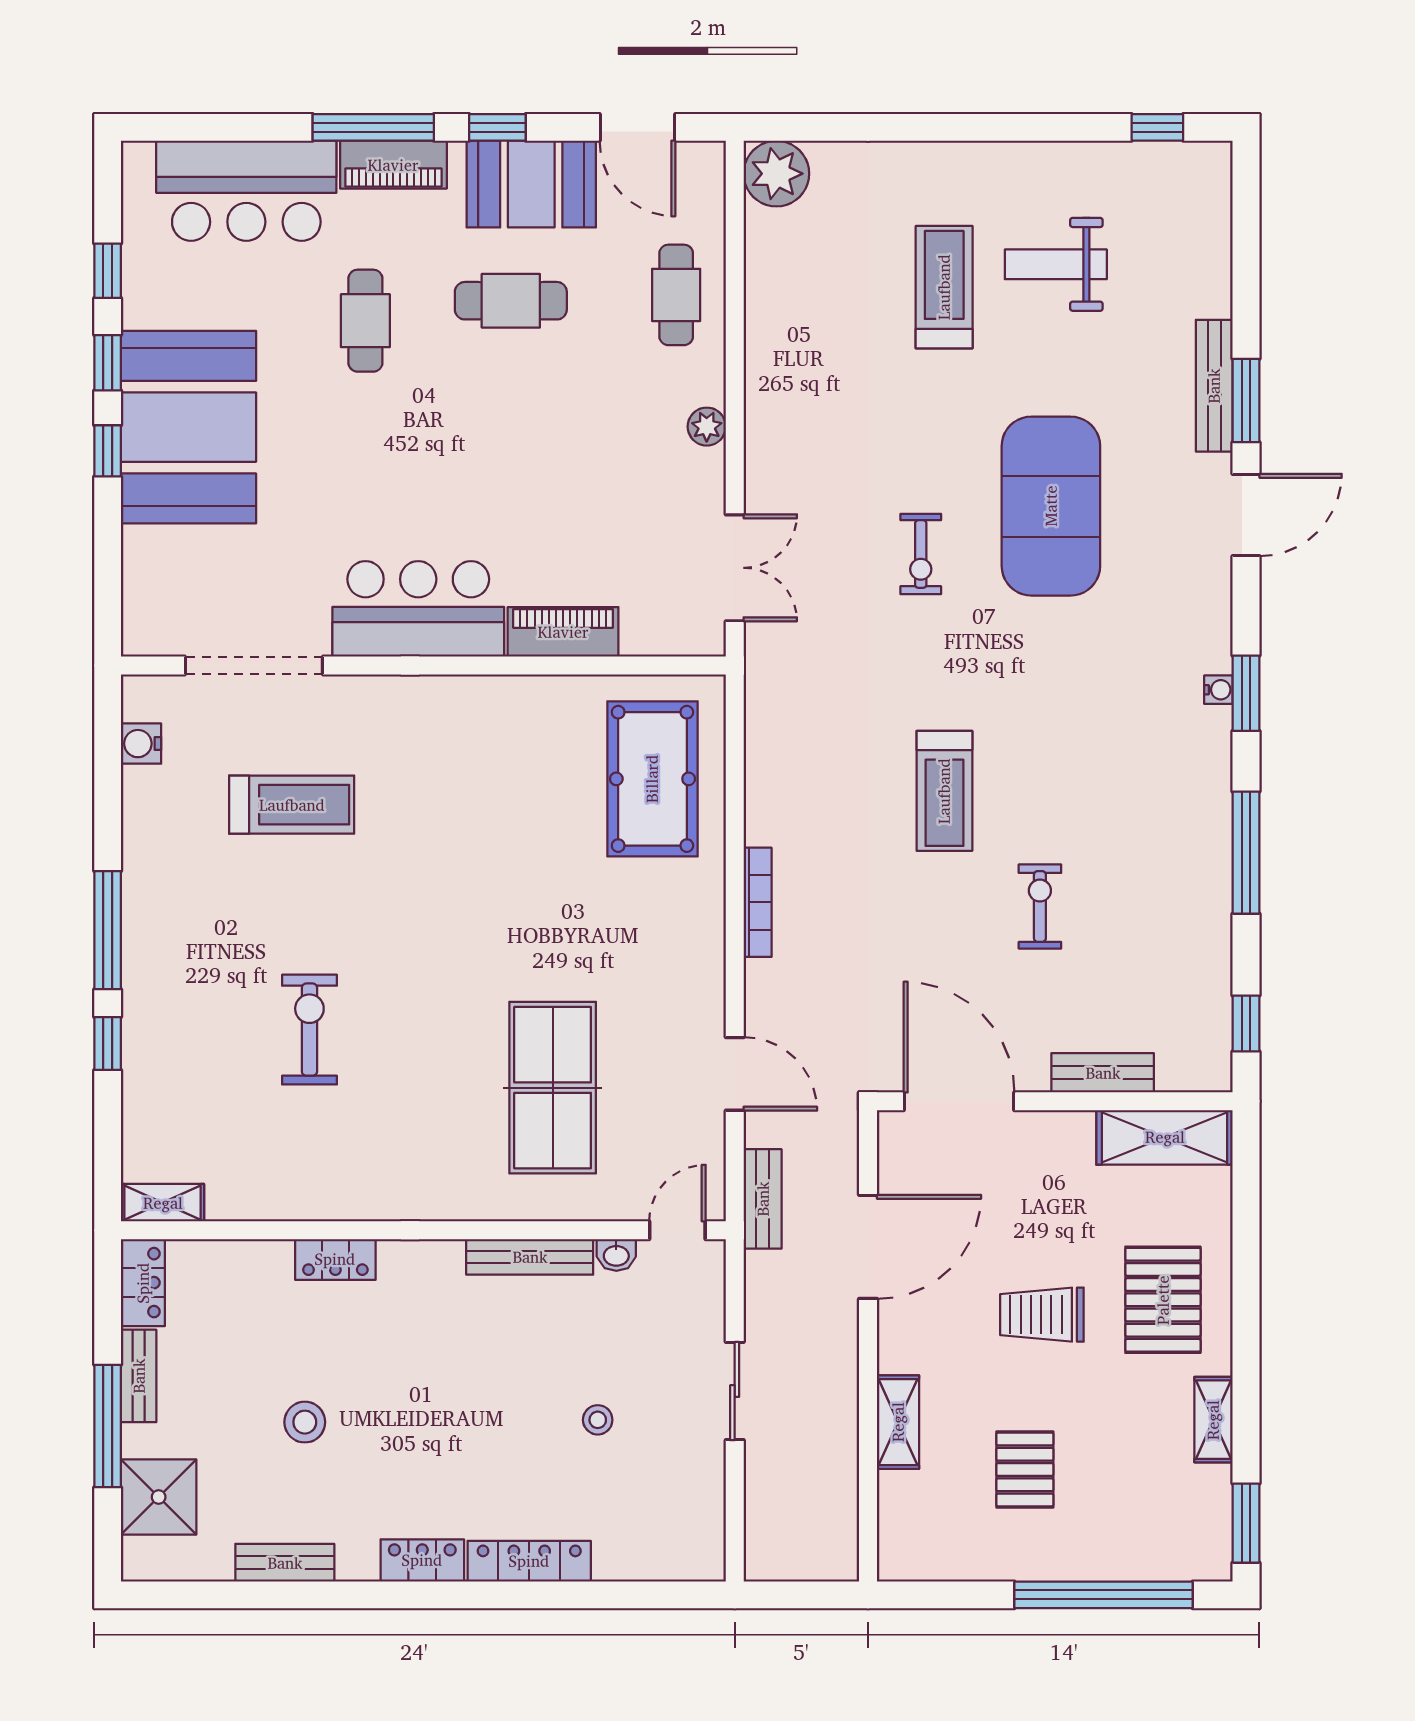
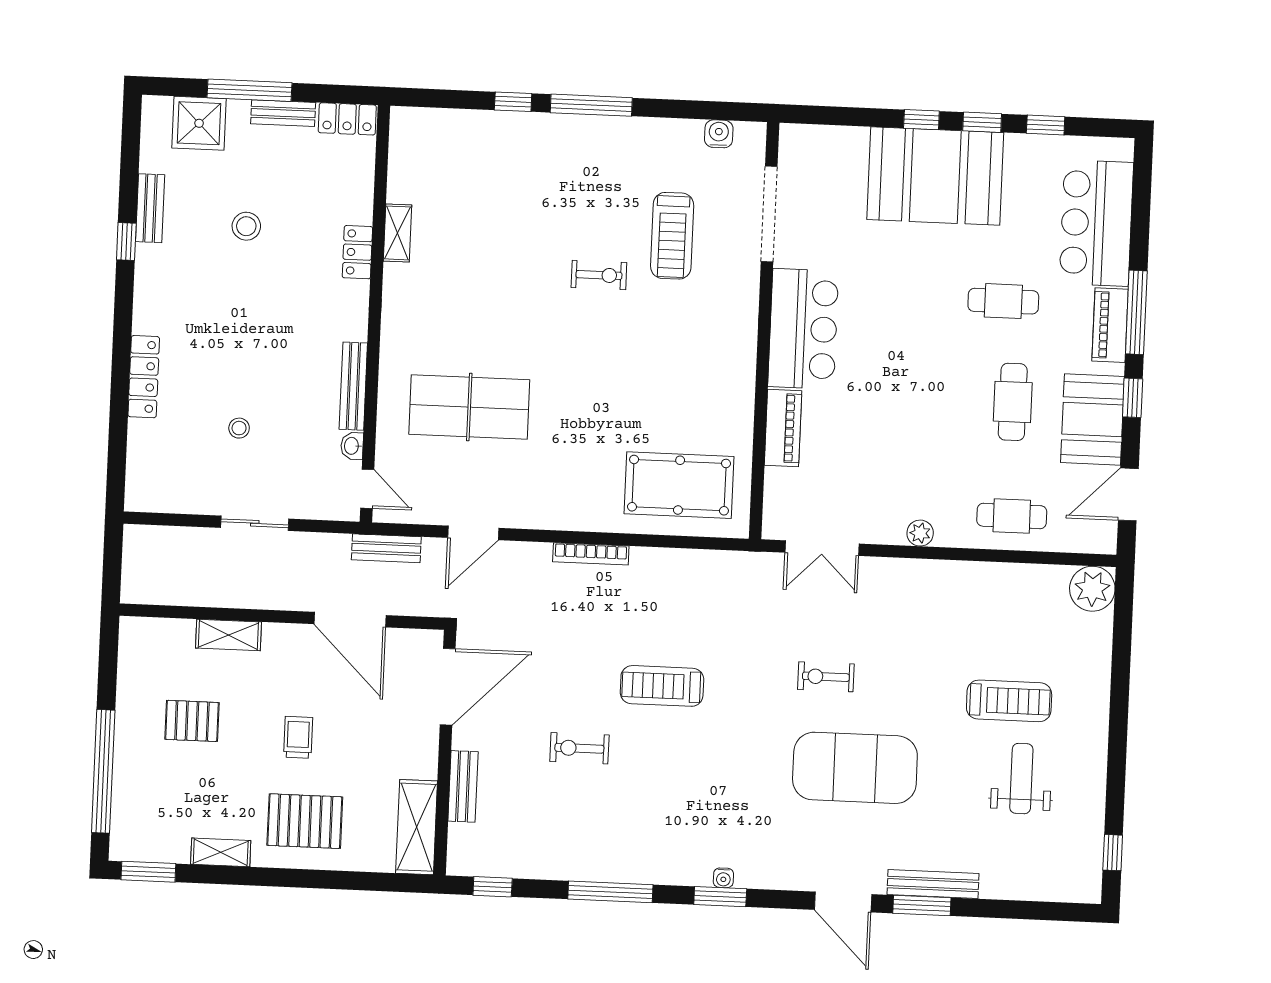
exercise bike: (1040, 907) -> (579, 748), turned 180
exercise bike: (309, 1030) -> (599, 275), moved, width x0.73, depth x0.72
shelving: (163, 1203) -> (397, 233), moved
trolley: (1042, 1315) -> (298, 737), width x0.73, depth x0.72
locker: (422, 1560) -> (147, 303), removed
window: (334, 1595) -> (126, 241), added

